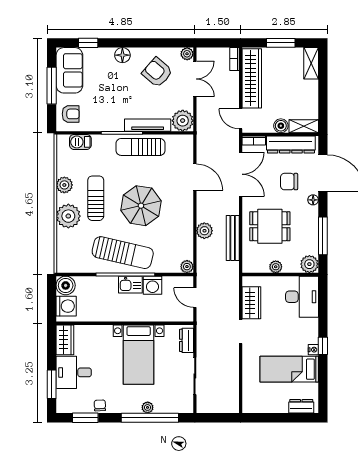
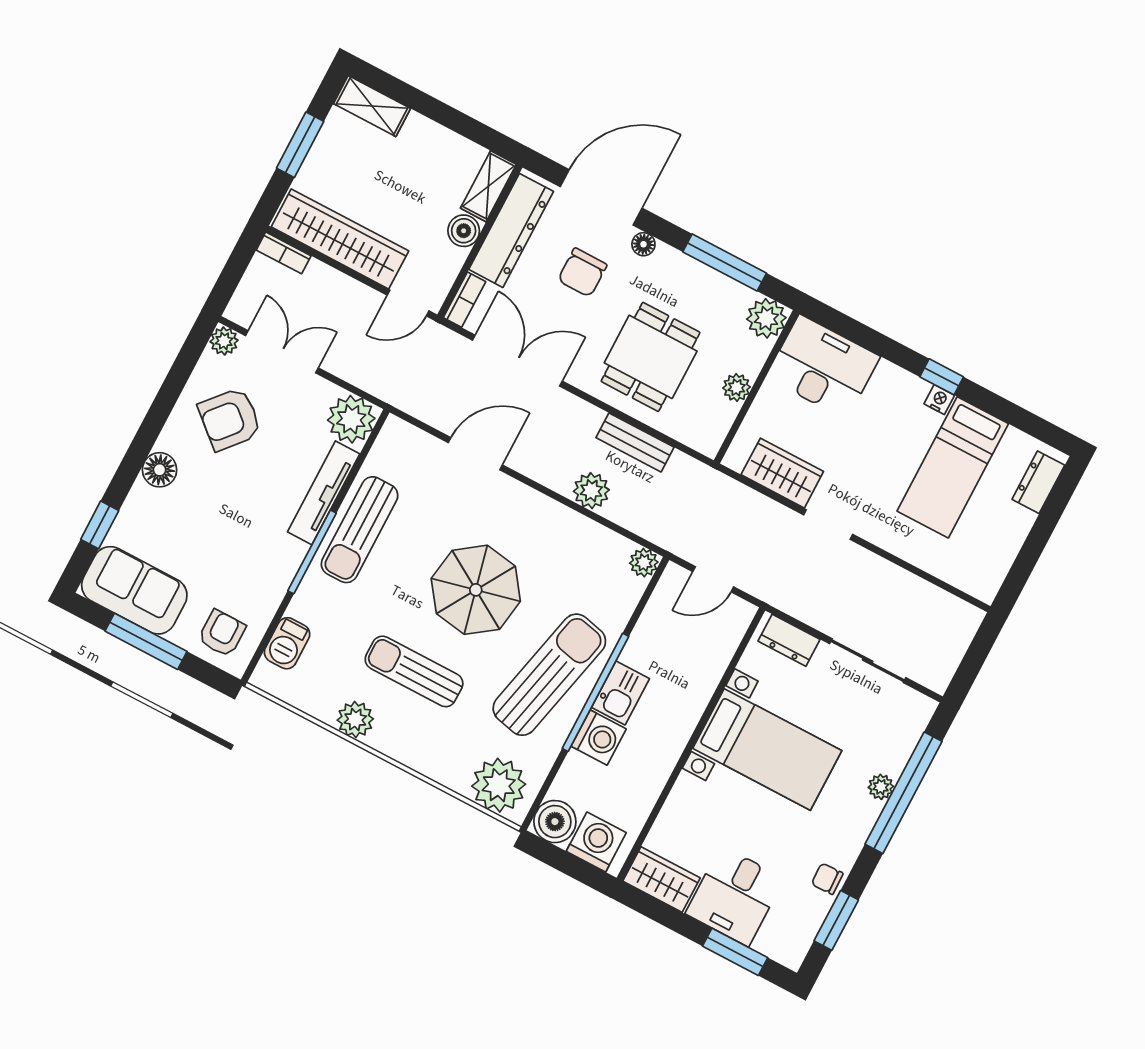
plant: (68, 216) -> (499, 785), moved
bench: (233, 238) -> (635, 442), width x0.73
washing machine: (152, 285) -> (599, 738), moved

